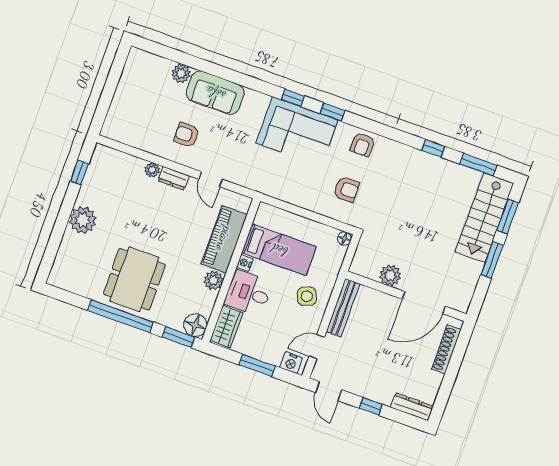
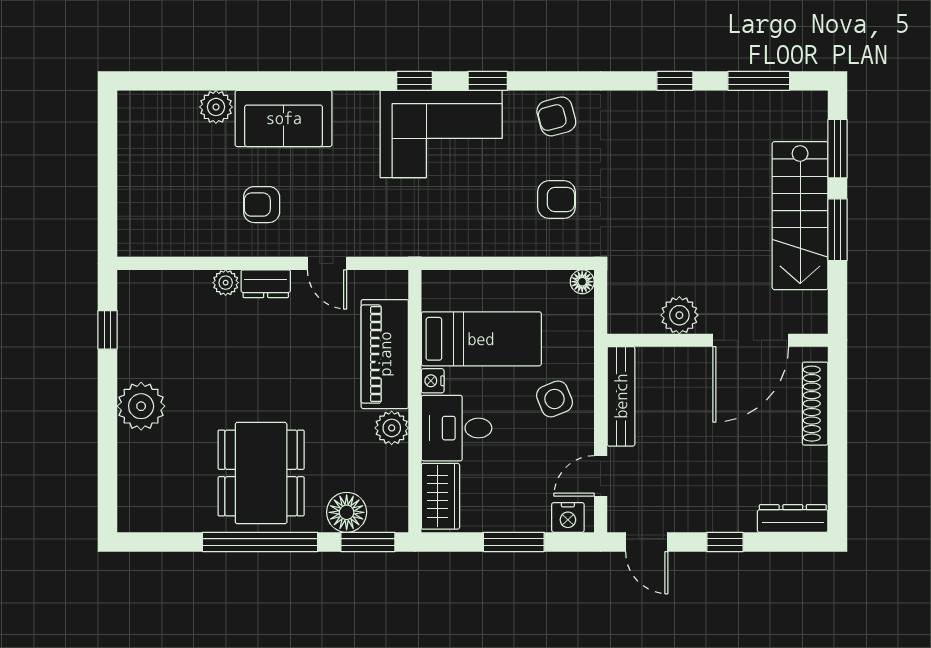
armchair: (363, 144) -> (556, 116), turned 75
stairs: (484, 218) -> (800, 216), moved
floor lamp: (195, 325) -> (347, 512), moved

